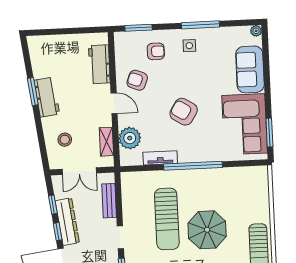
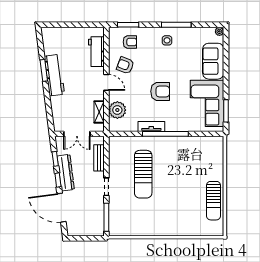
armchair: (156, 51) -> (130, 42), moved
workbench: (47, 97) -> (54, 75), width x1.38
armchair: (184, 112) -> (160, 91), turned 148
stool: (65, 140) -> (67, 109), removed
tv unit: (160, 158) -> (151, 126), moved
parasol: (207, 230) -> (174, 184), removed

